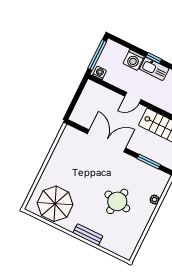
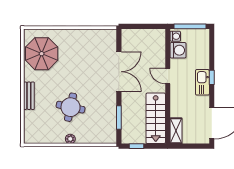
washing machine: (134, 60) -> (178, 50), moved, turned 180
plant: (155, 200) -> (70, 139), moved

